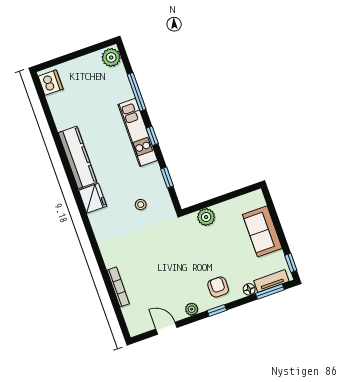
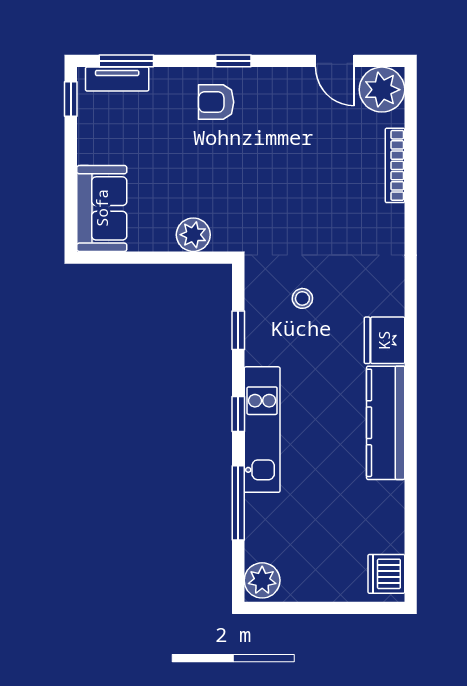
sofa: (262, 231) -> (102, 208), moved
armchair: (218, 287) -> (216, 102), turned 90
floor lamp: (249, 289) -> (162, 78), removed
plant: (192, 309) -> (382, 90), moved, width x1.87, depth x1.87

